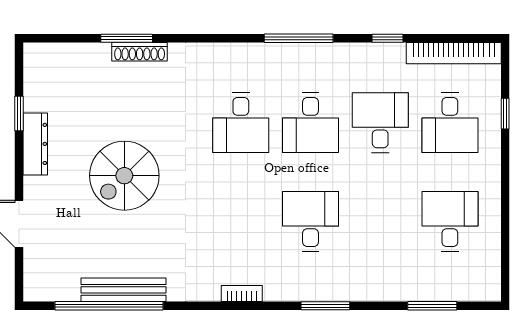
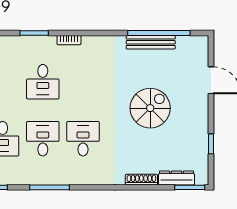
window: (127, 38) -> (190, 187), moved
dresser: (35, 144) -> (177, 178), moved, turned 90
bookcase: (242, 294) -> (69, 40), moved

